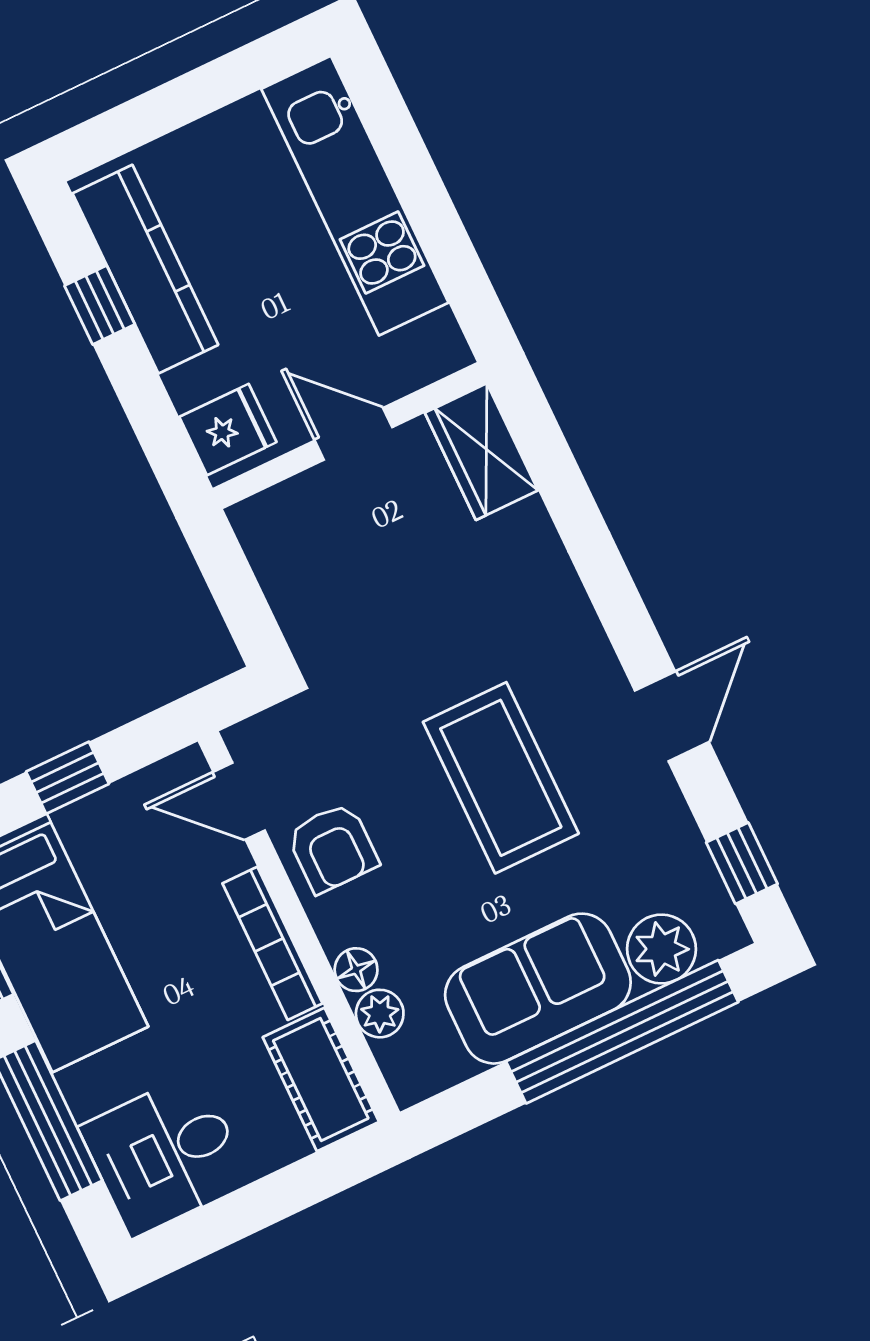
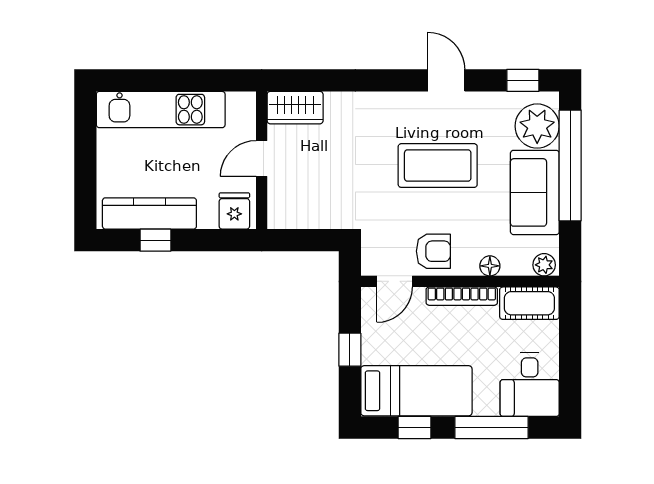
plant: (661, 949) -> (537, 126), width x1.36, depth x1.36
plant: (380, 1014) -> (544, 265), moved

